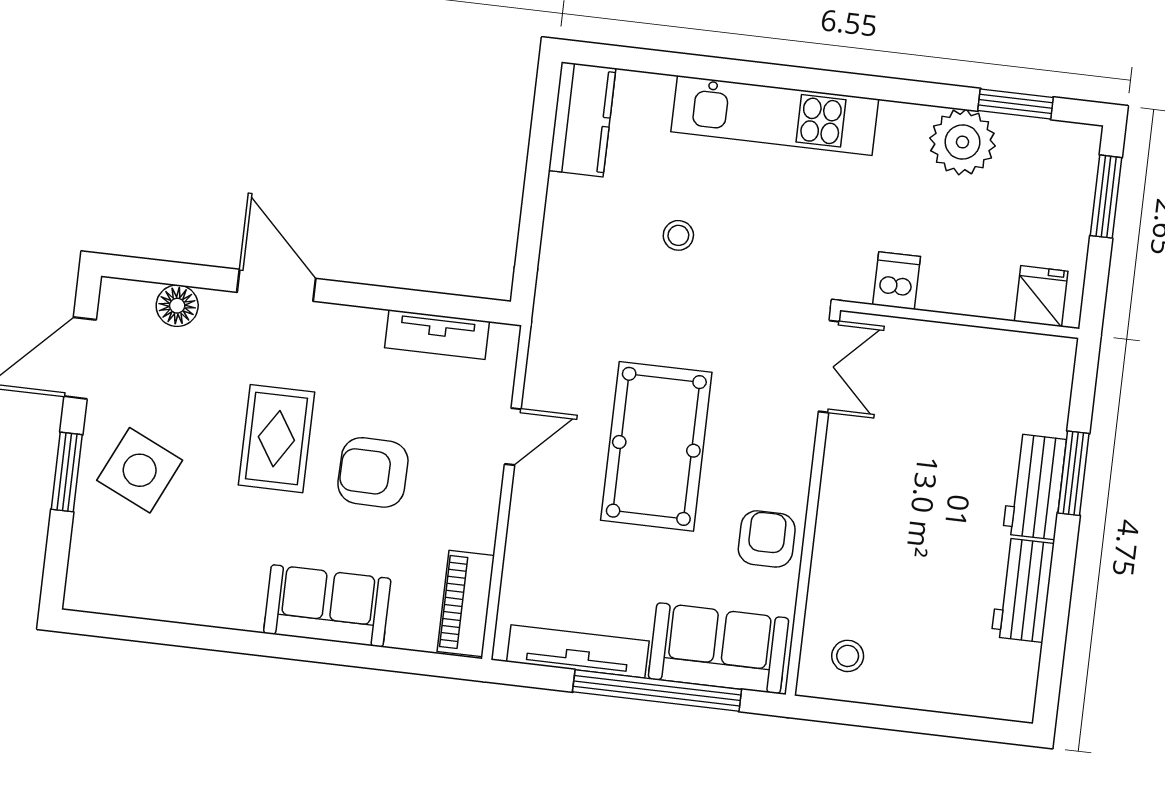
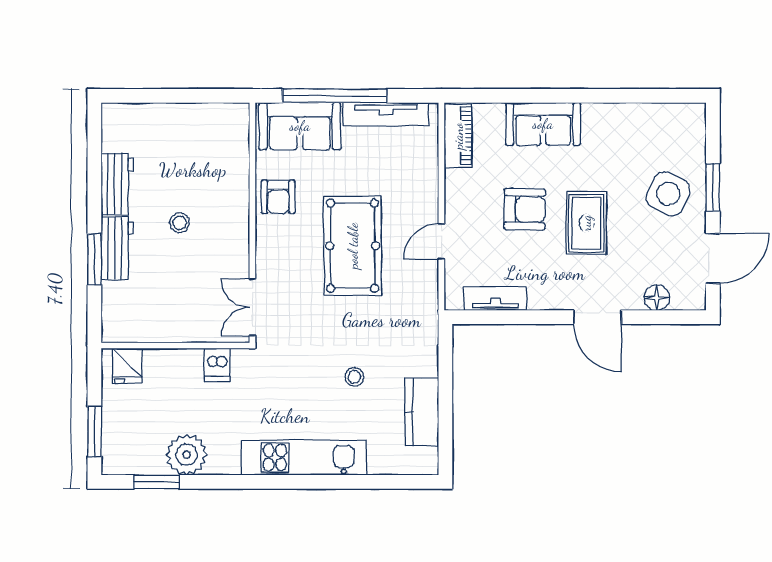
kitchen counter: (582, 119) -> (422, 412), moved
stool: (848, 656) -> (180, 223), moved

